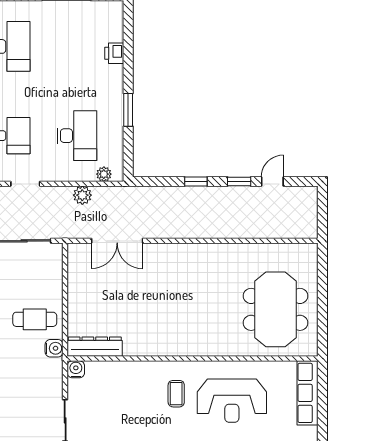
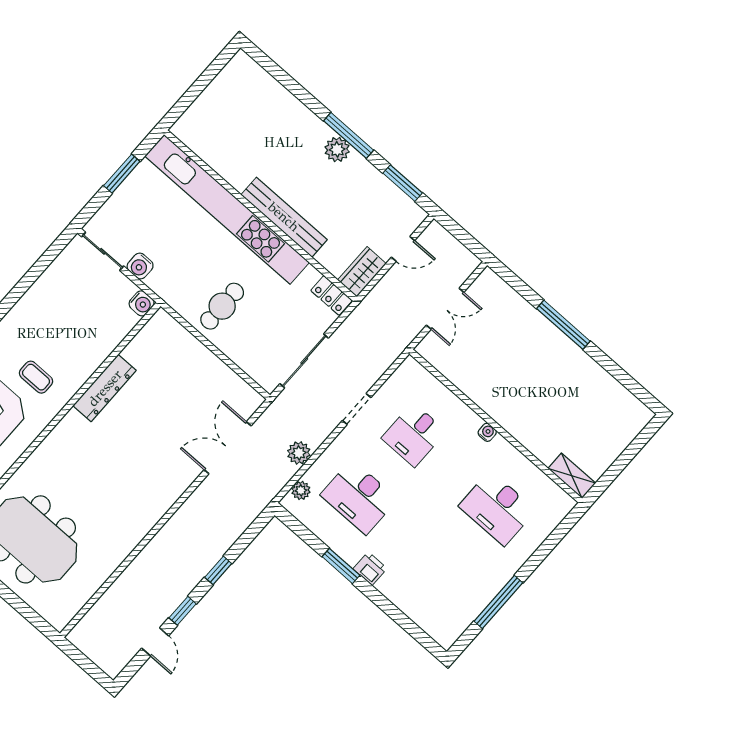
printer: (114, 53) -> (370, 569), moved
dresser: (95, 347) -> (105, 388), moved
water cooler: (54, 348) -> (140, 266), moved

